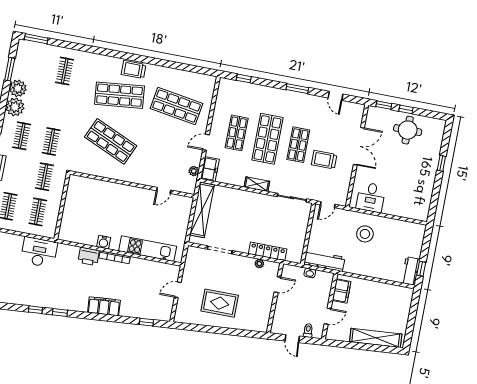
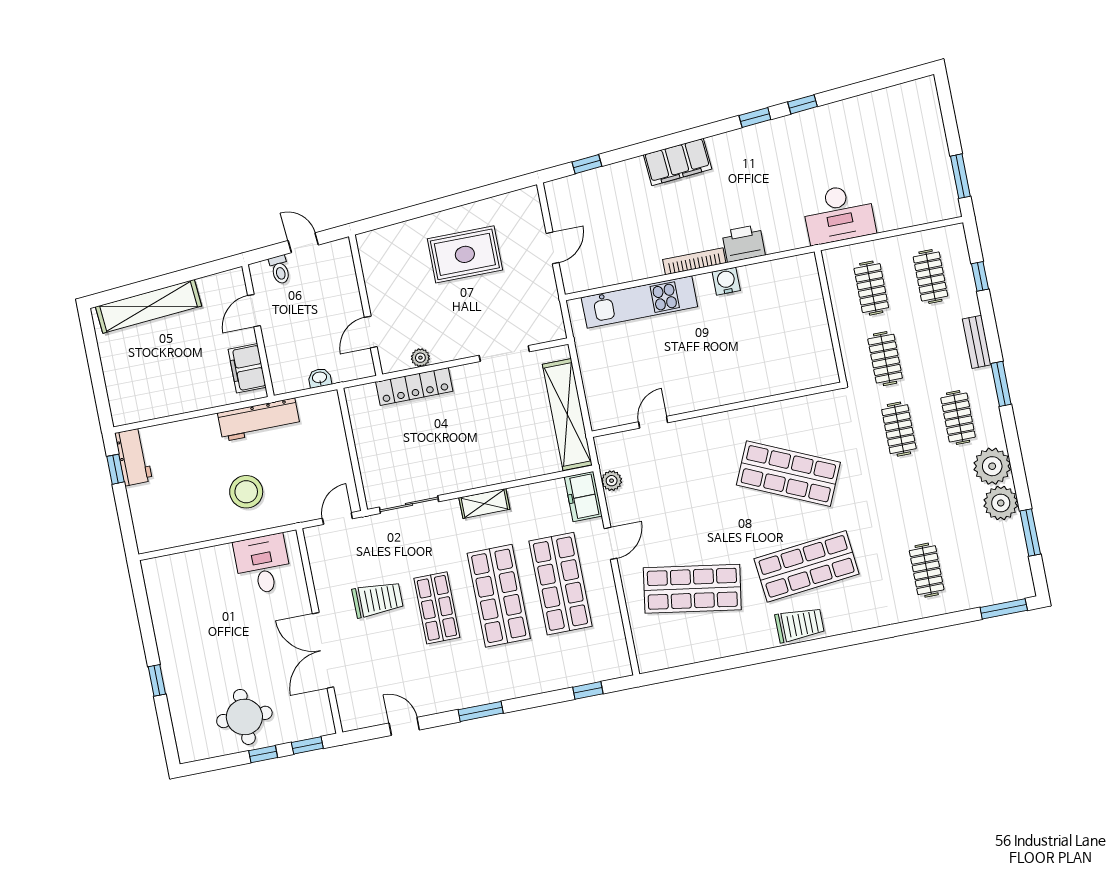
shop shelf: (237, 133) -> (560, 584), width x1.43, depth x1.36
workbench: (324, 261) -> (259, 420), moved

